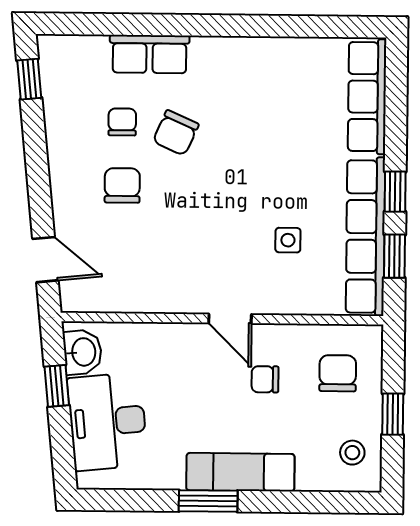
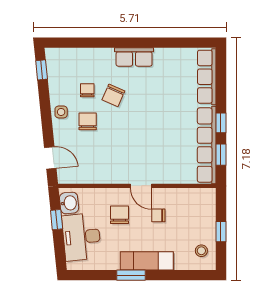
row of seats: (150, 54) -> (134, 57), moved
side table: (288, 240) -> (61, 112), moved
chair: (338, 373) -> (119, 215), moved

